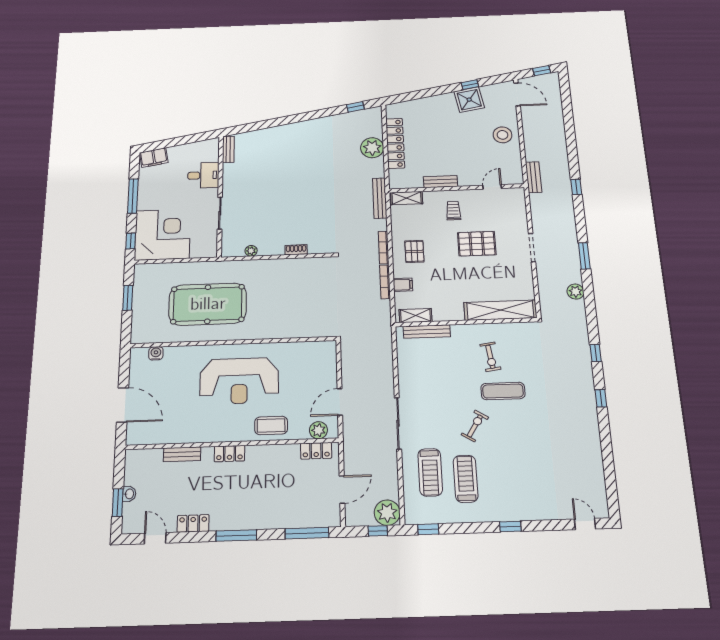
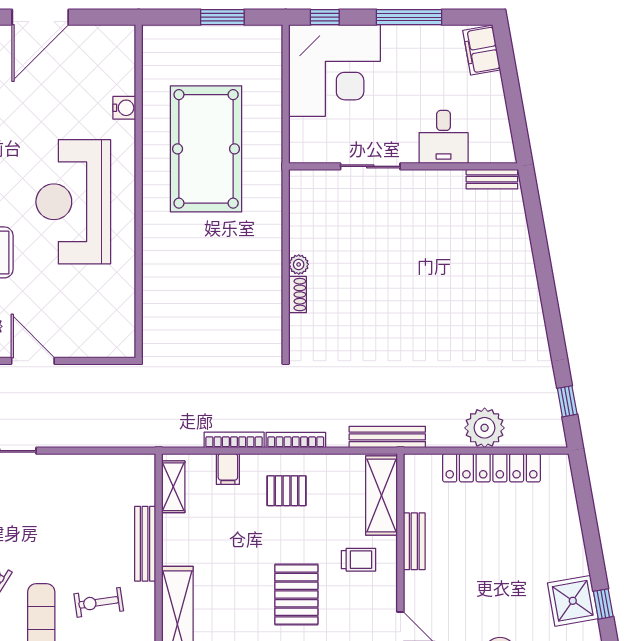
shelving: (407, 198) -> (382, 495), width x1.50, depth x1.33
plant: (251, 251) -> (299, 264), moved
bench: (427, 332) -> (145, 544), moved
water cooler: (156, 353) -> (124, 108), moved

